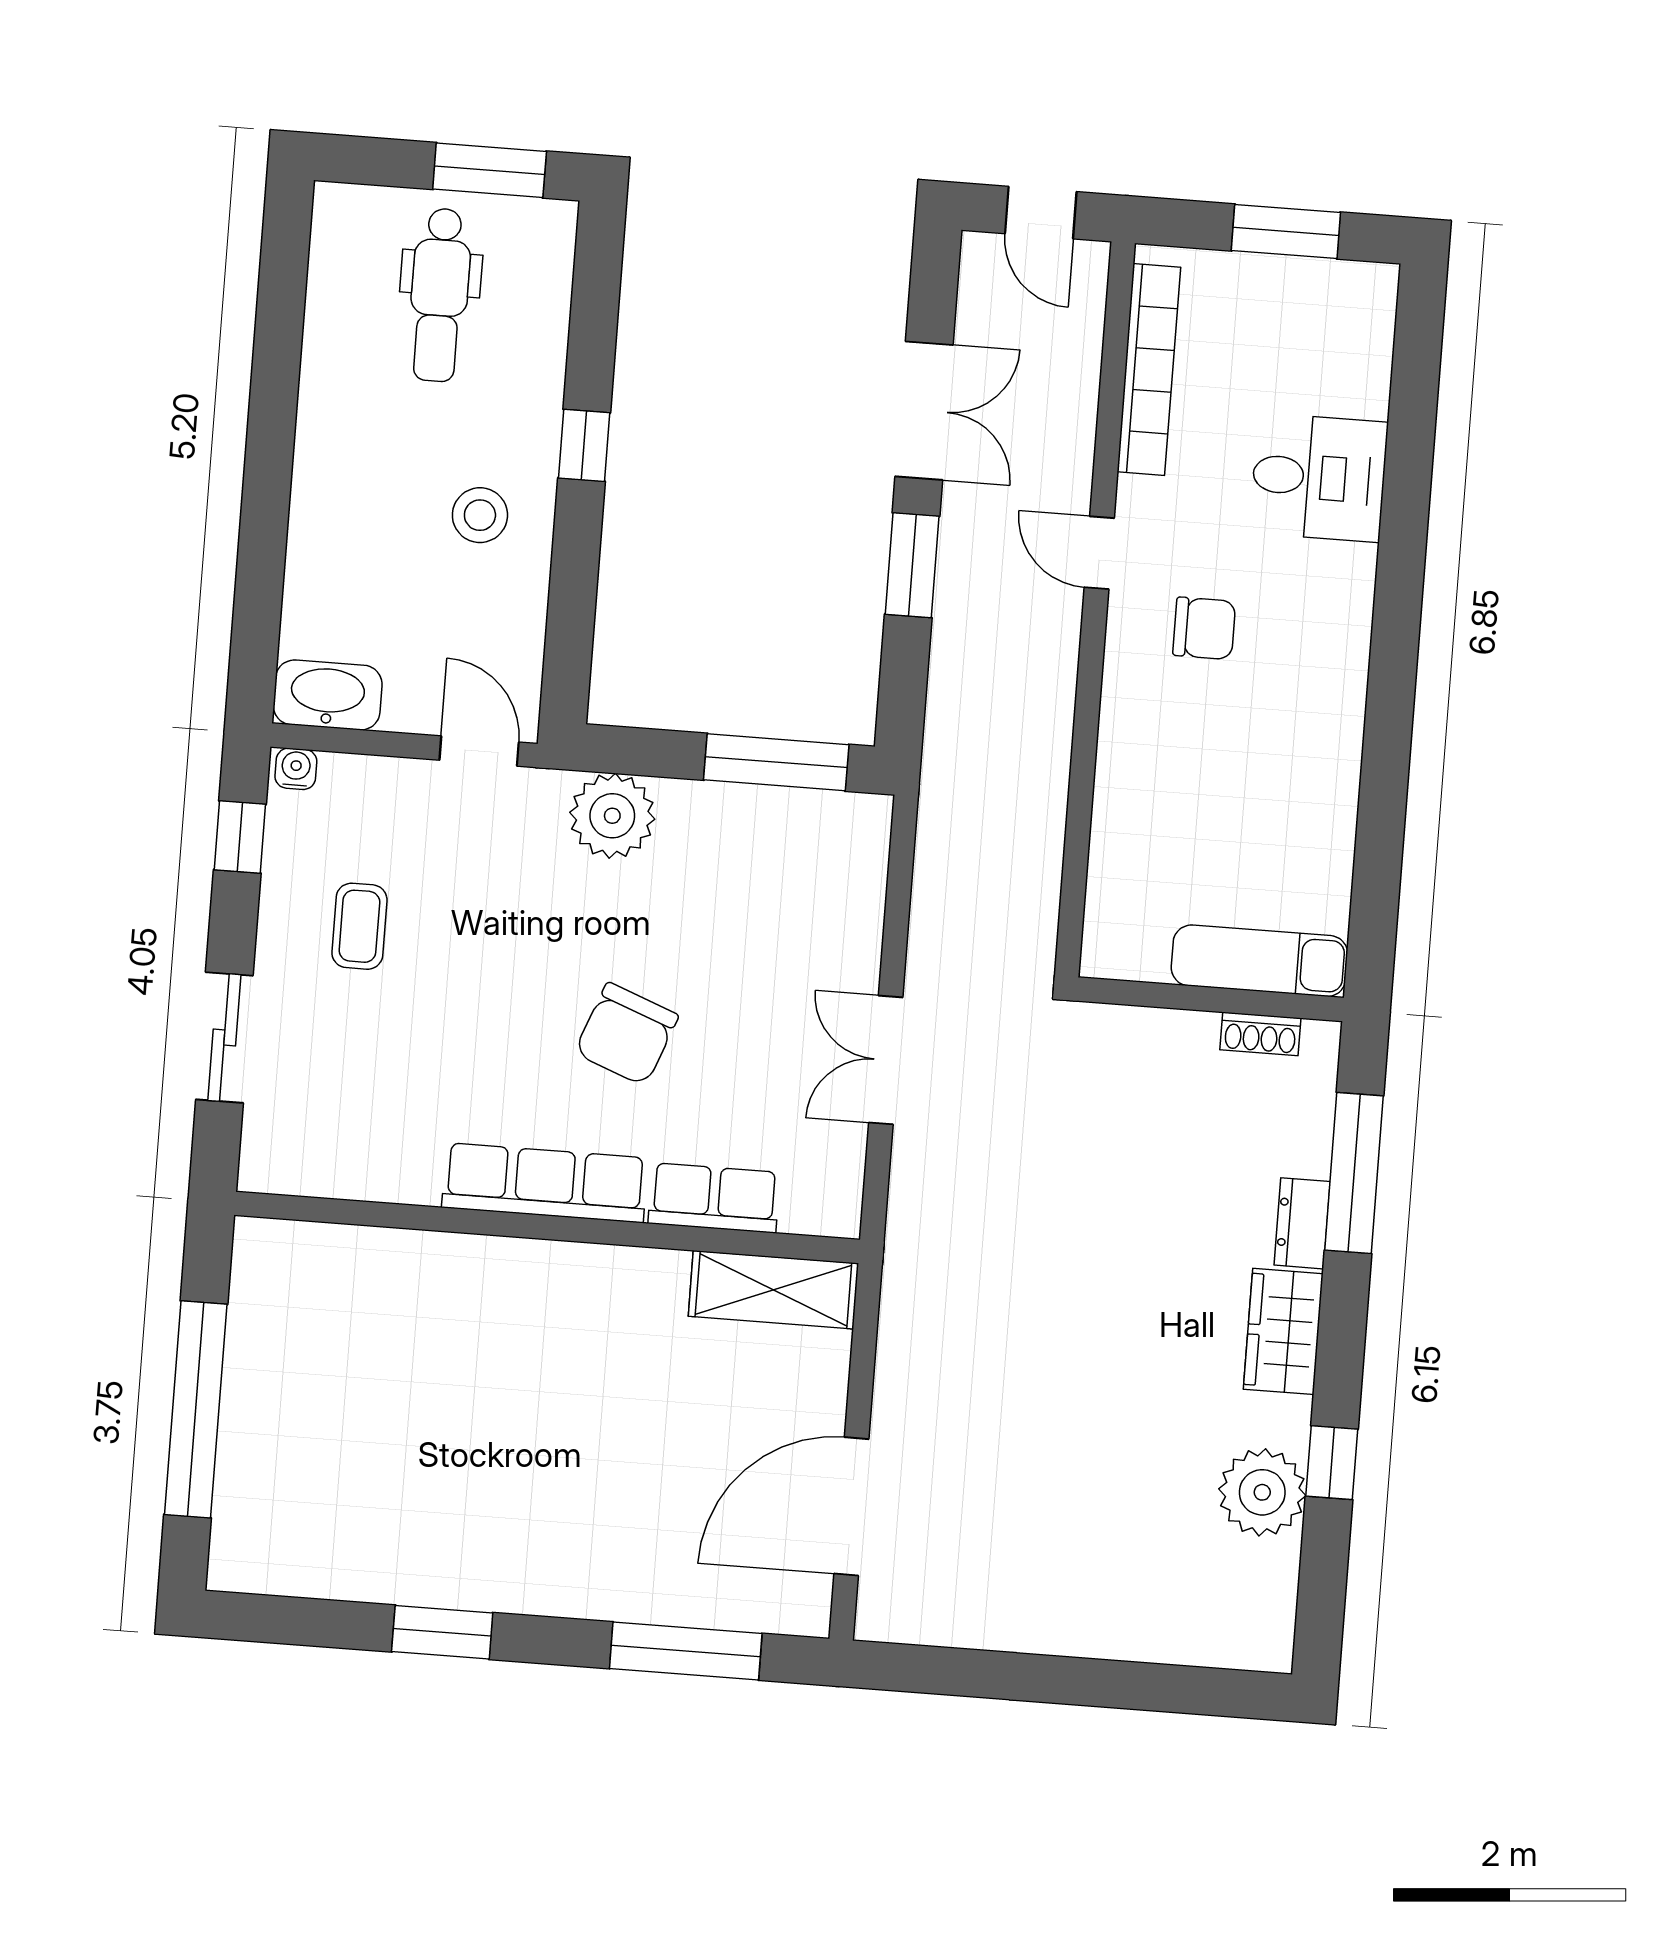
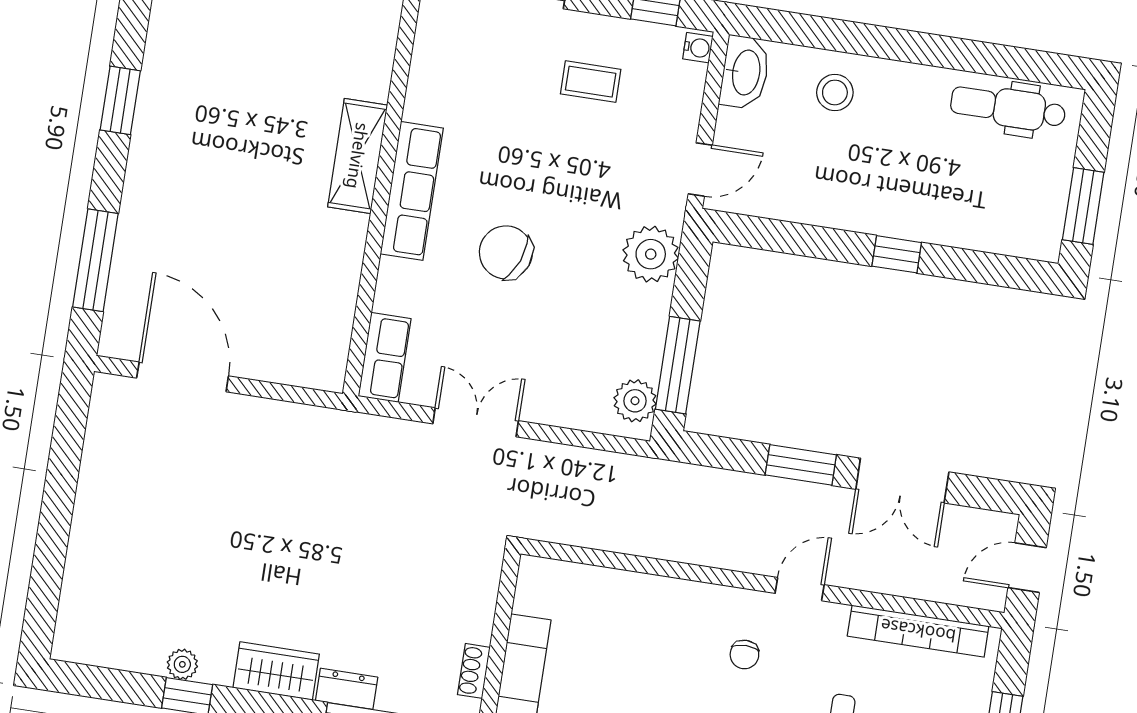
dental chair: (439, 295) -> (1008, 108), moved
stool: (480, 515) -> (835, 92), moved
chair: (1204, 628) -> (744, 654), width x0.73, depth x0.73
plant: (835, 822) -> (635, 401), added
row of seats: (714, 1198) -> (385, 357), moved
shelving: (773, 1290) -> (358, 156), moved
plant: (1262, 1492) -> (182, 664), width x0.53, depth x0.53

